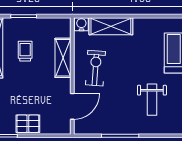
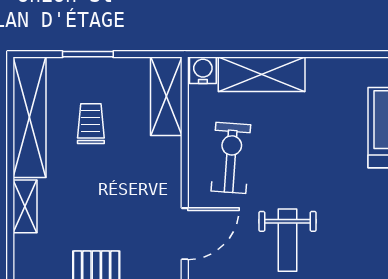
shelving: (63, 58) -> (166, 96), moved
weight bench: (152, 100) -> (287, 240), moved

